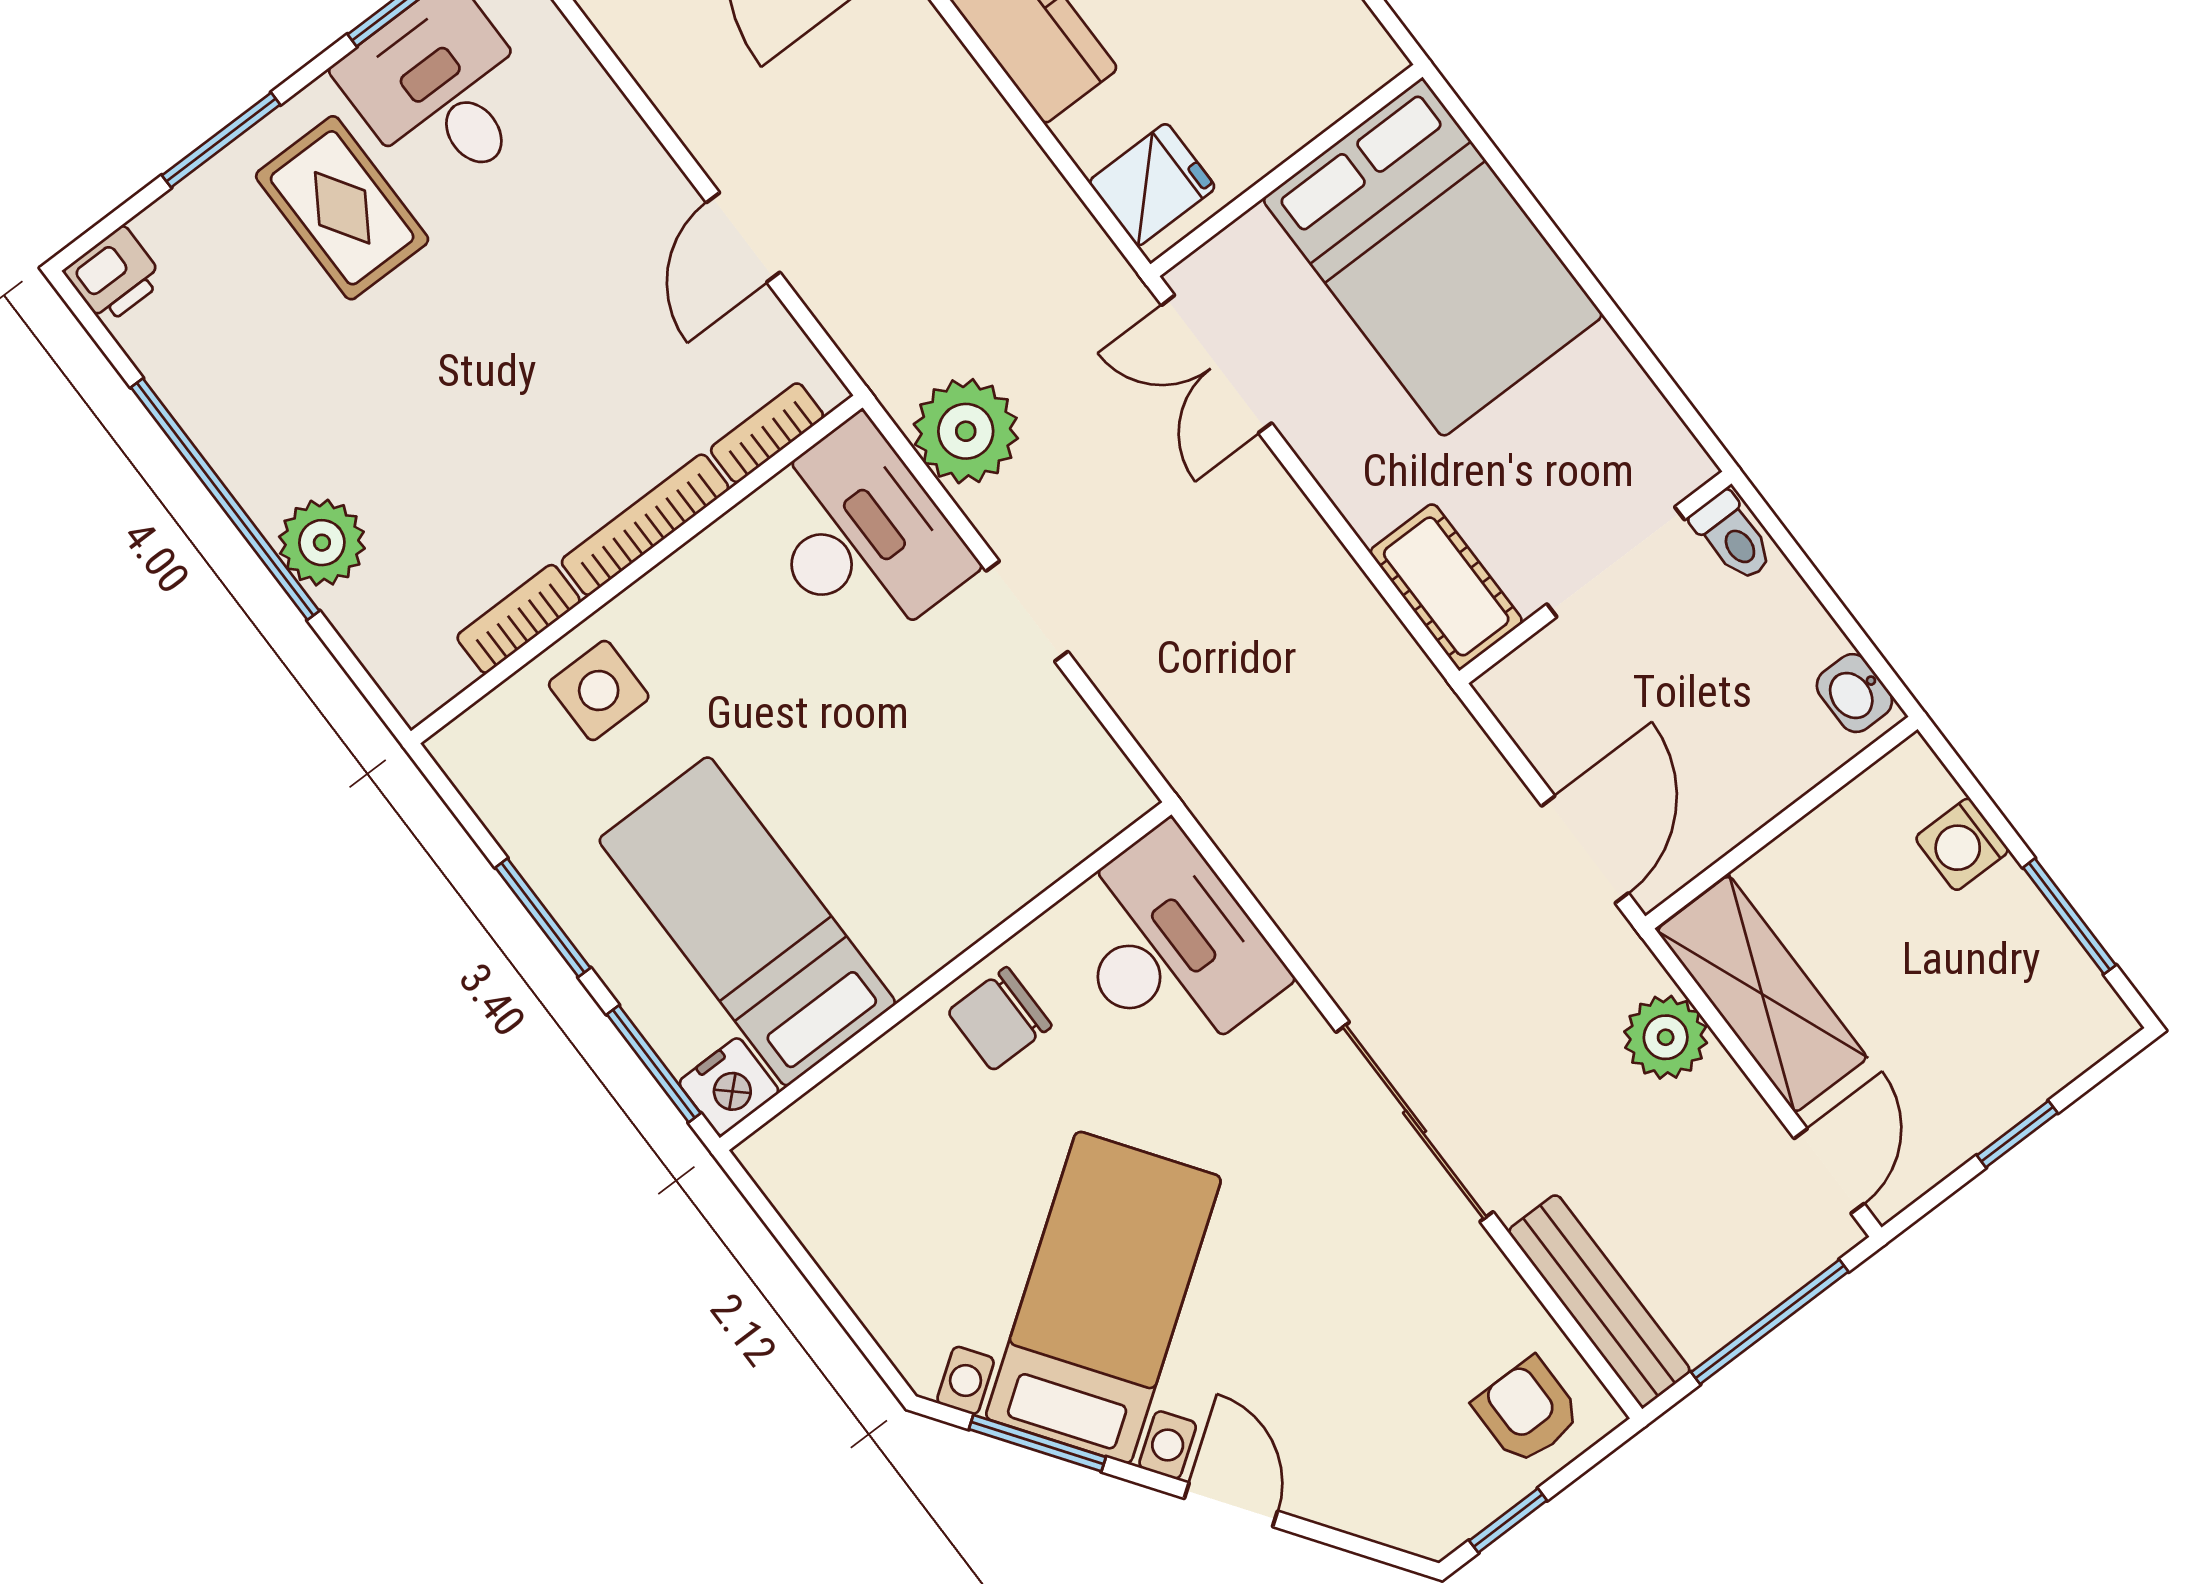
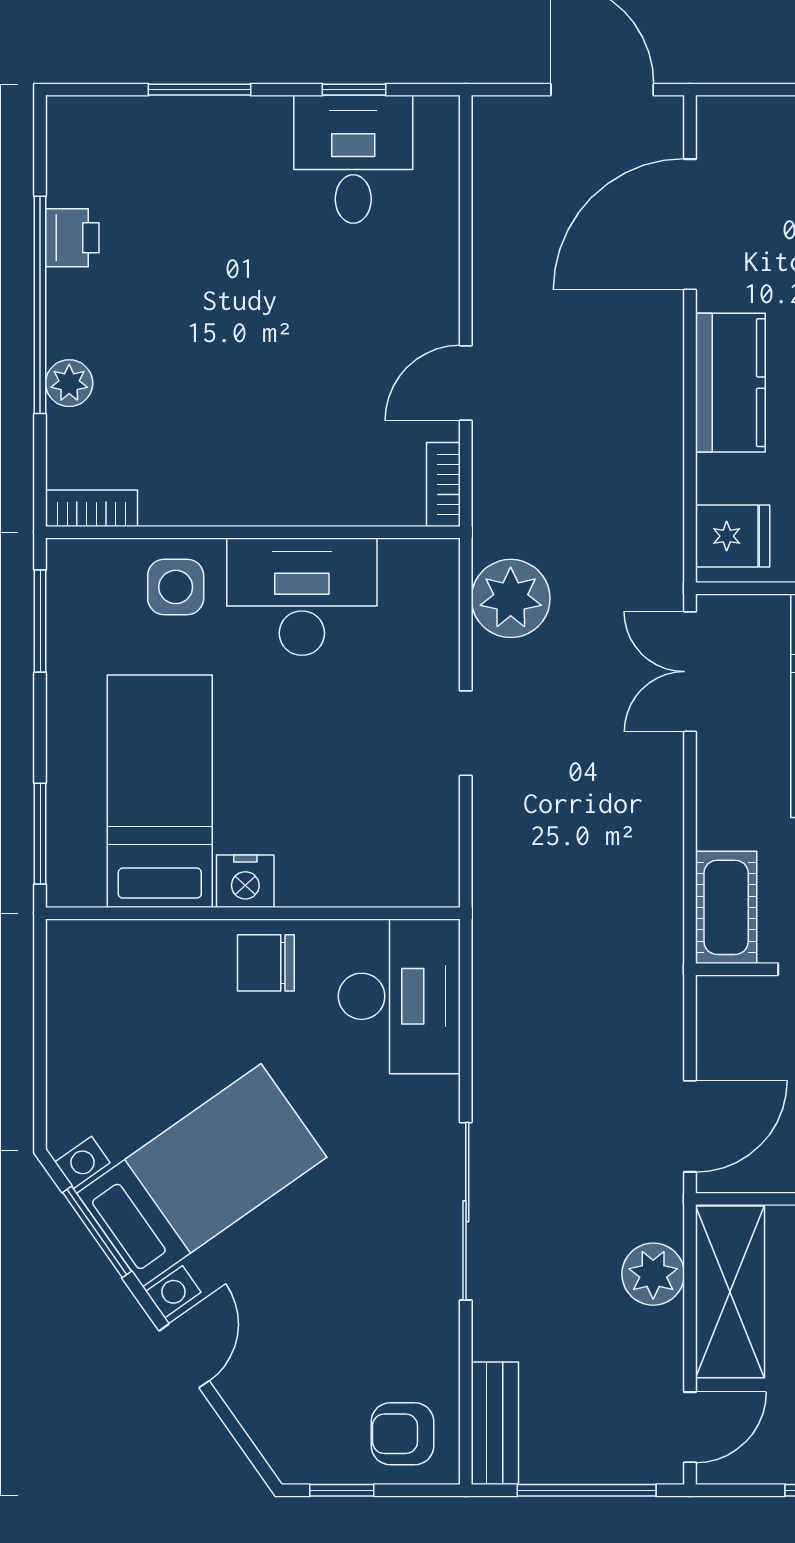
rug: (342, 208) -> (241, 184), removed
printer: (114, 275) -> (72, 238), moved, turned -90
bookcase: (767, 433) -> (443, 484), moved, turned -90
bookcase: (645, 525) -> (278, 509), removed
desk: (861, 535) -> (302, 597), moved, turned -90
plant: (322, 543) -> (69, 383), width x0.73, depth x0.73
bookcase: (519, 619) -> (91, 508), moved
window: (543, 918) -> (40, 621), moved
nightstand: (729, 1087) -> (245, 881), moved
bench: (1599, 1301) -> (495, 1423), width x0.73
armchair: (1527, 1411) -> (402, 1434), turned -90

